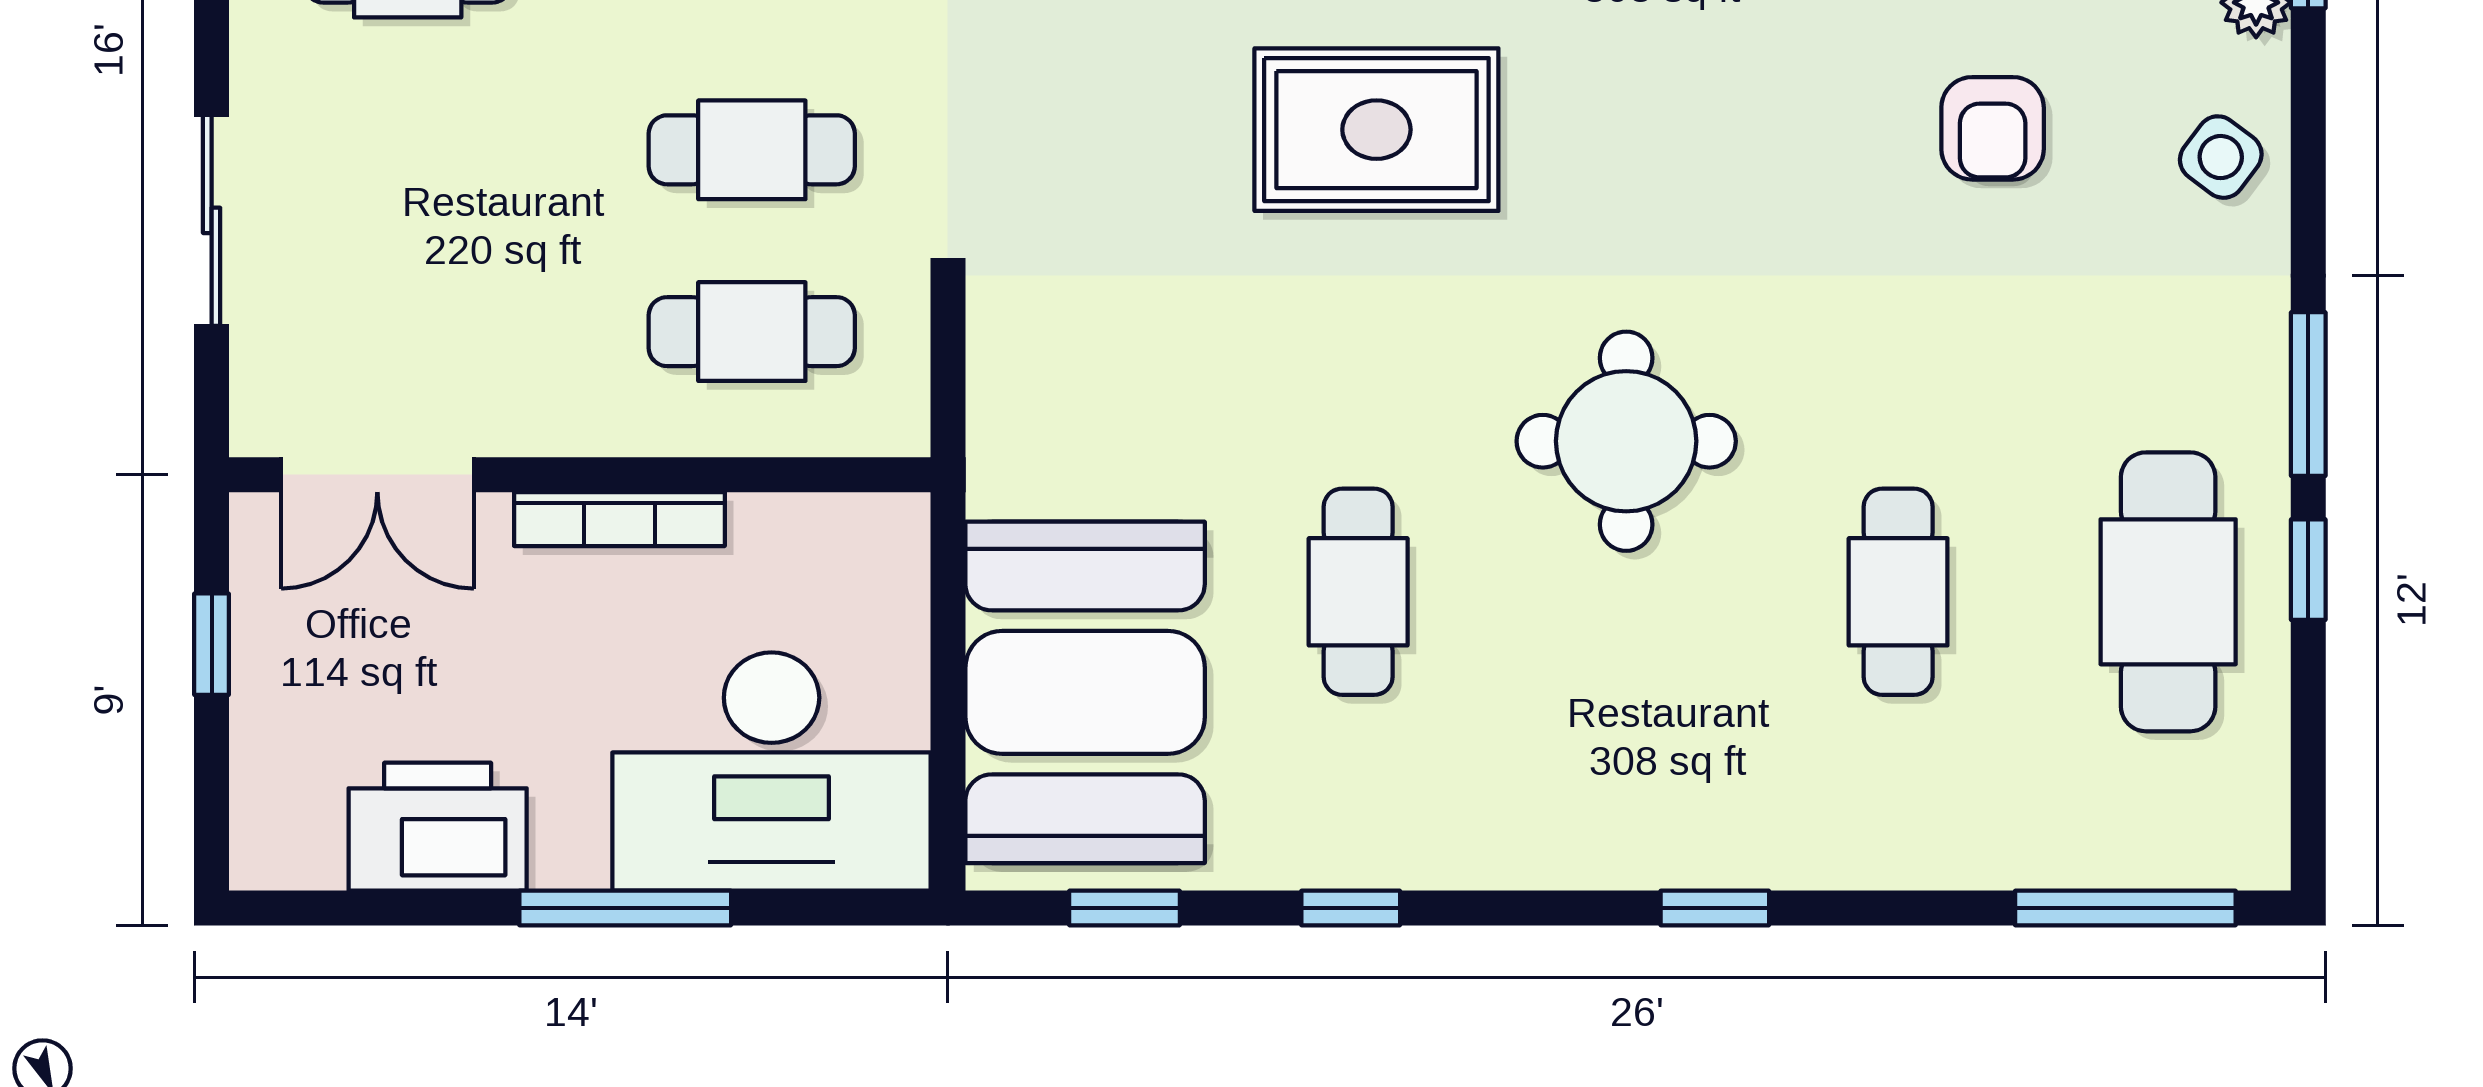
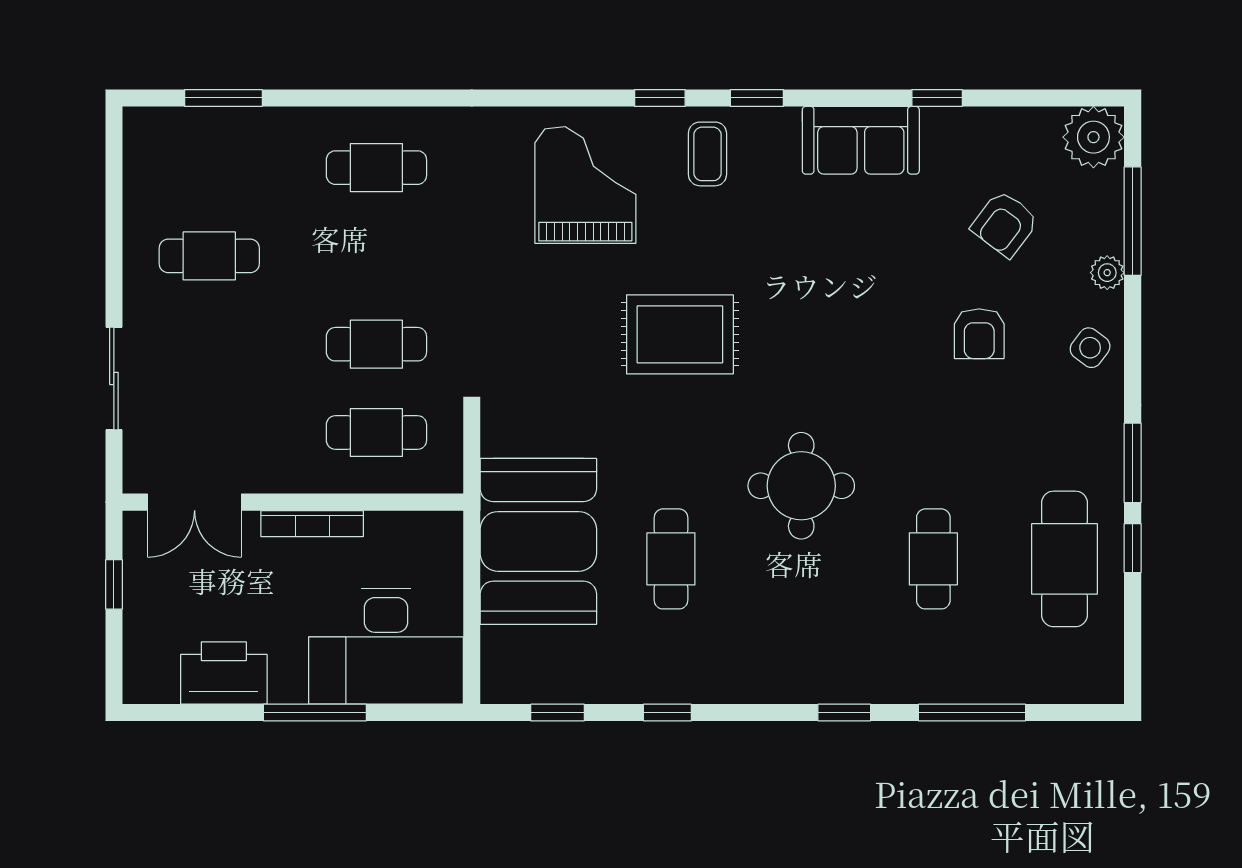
booth: (1085, 692) -> (538, 541), moved
window: (2125, 908) -> (972, 713), moved

